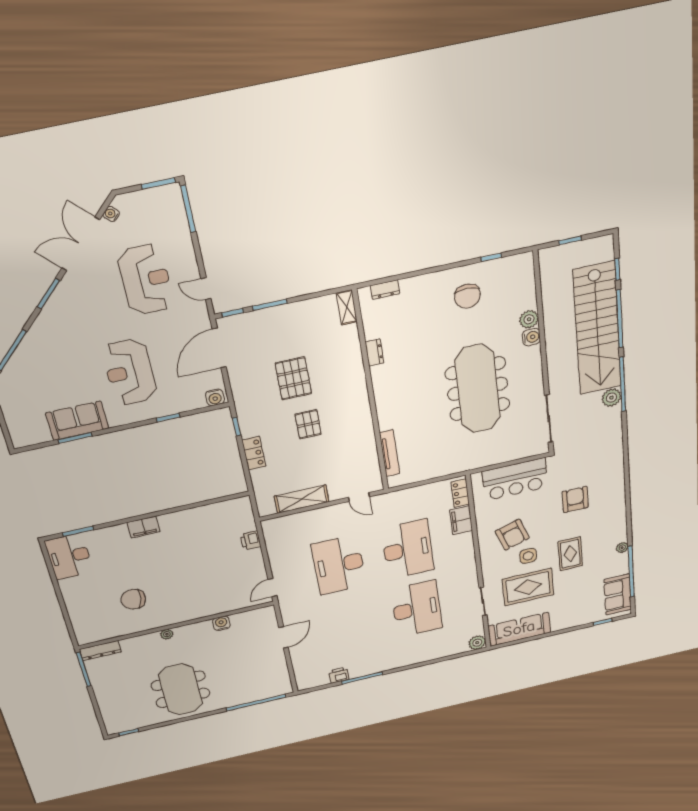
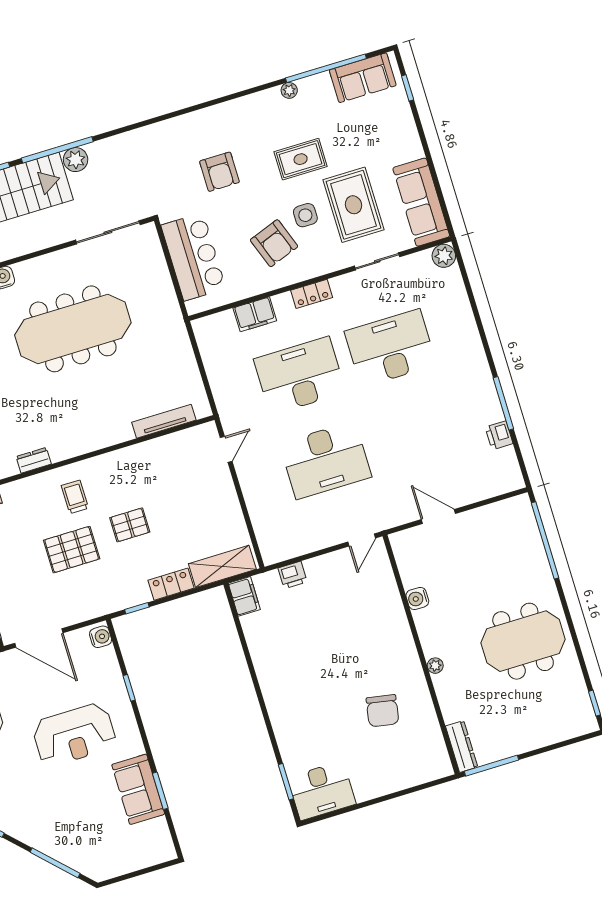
trolley: (338, 383) -> (75, 497), added
locker: (460, 493) -> (312, 294), moved
shelving: (302, 499) -> (222, 566), moved, turned 90
armchair: (575, 499) -> (219, 172), turned -90
filing cabinet: (144, 527) -> (244, 596), moved
armchair: (512, 535) -> (274, 243), turned 88
door: (272, 588) -> (362, 540), hinge flipped

